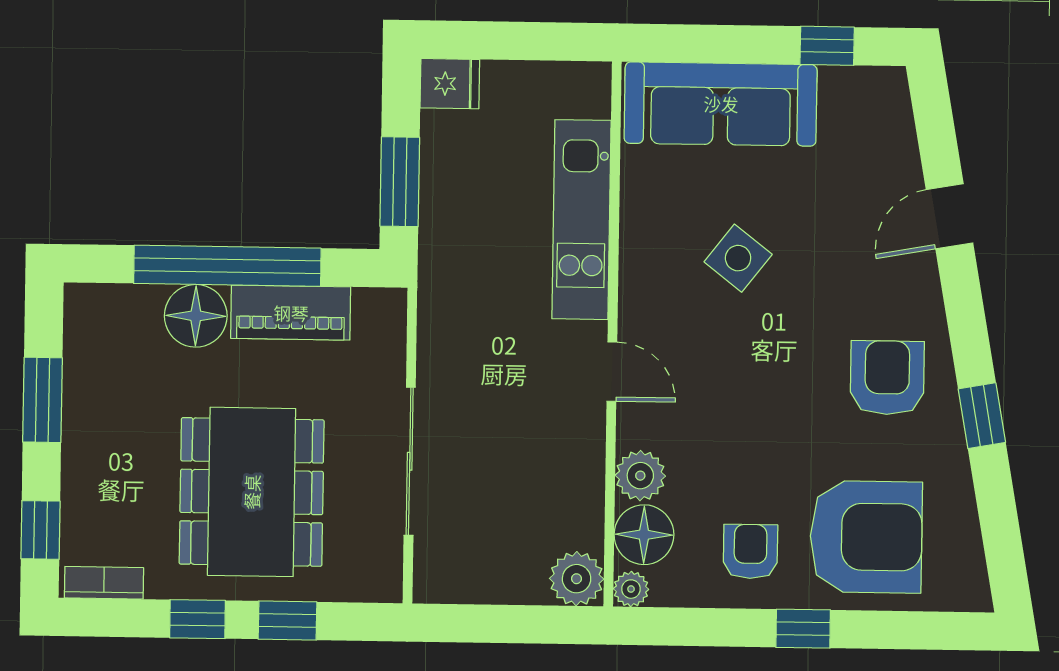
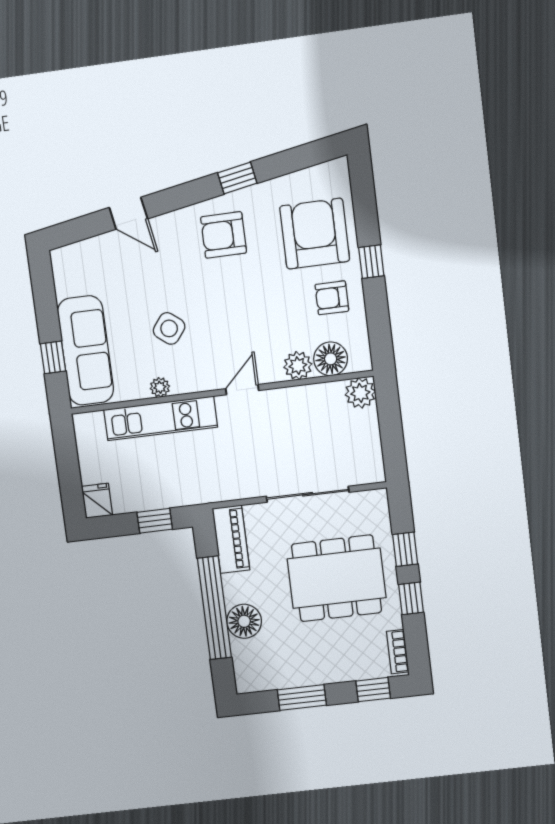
window: (827, 46) -> (53, 357), moved
window: (400, 182) -> (155, 521), width x0.67
piano: (291, 313) -> (231, 539), moved
plant: (631, 589) -> (160, 387), moved

